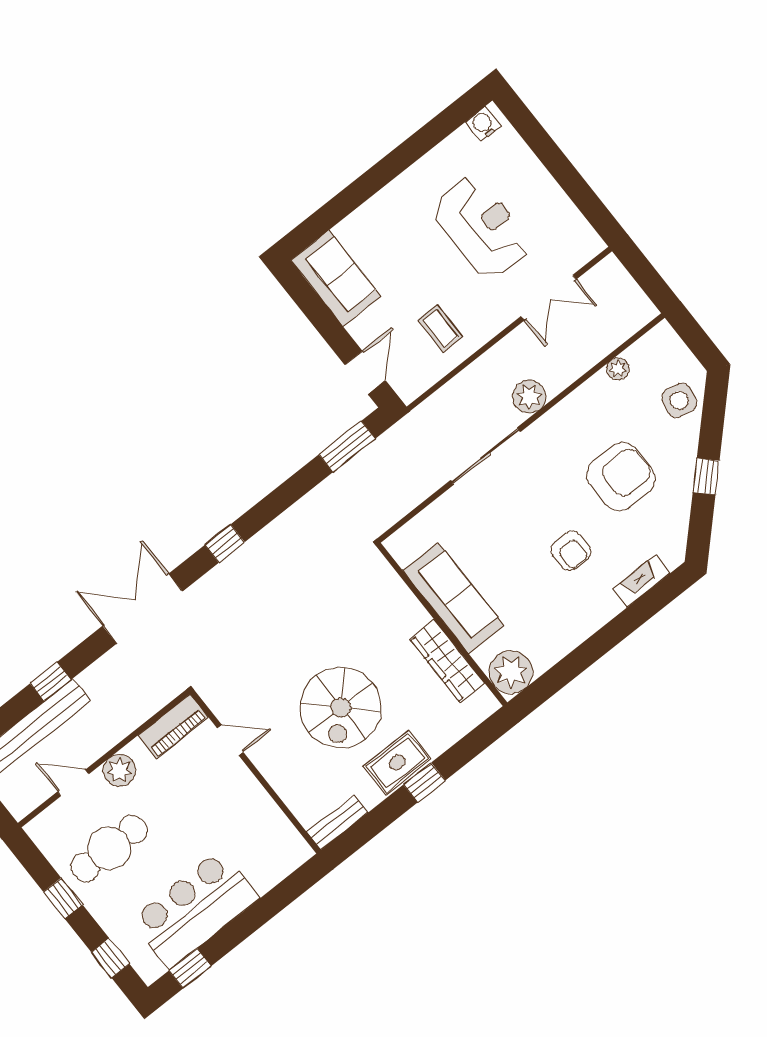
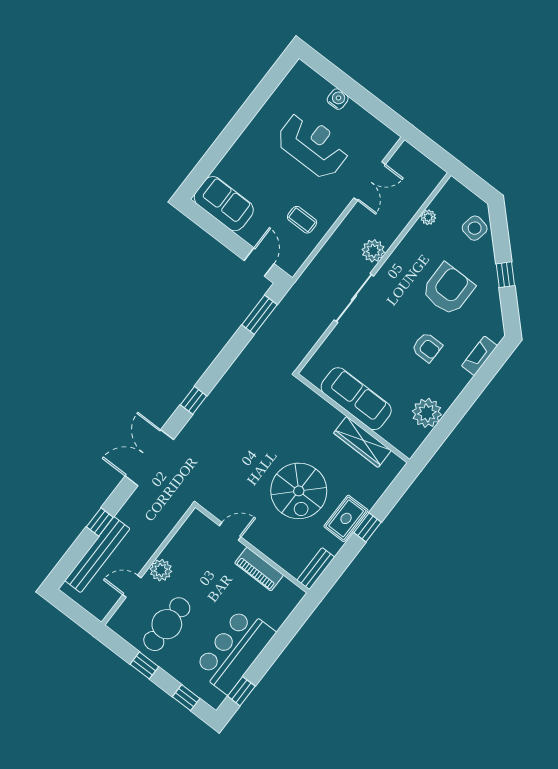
water cooler: (483, 124) -> (338, 99), moved, turned 90
plant: (511, 672) -> (427, 413), moved
piano: (173, 726) -> (259, 569), moved, turned 90

